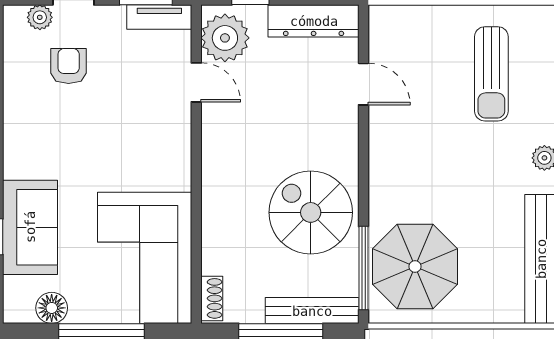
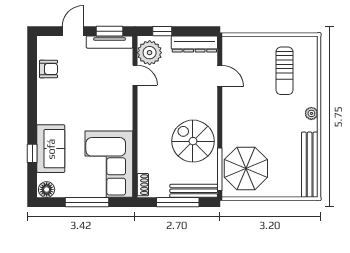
plant: (40, 17) -> (56, 42), removed
tv unit: (159, 17) -> (110, 42), width x1.41
armchair: (69, 66) -> (49, 69), moved, turned 90
floor lamp: (52, 308) -> (47, 189), moved

